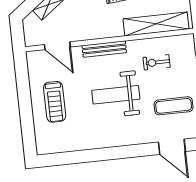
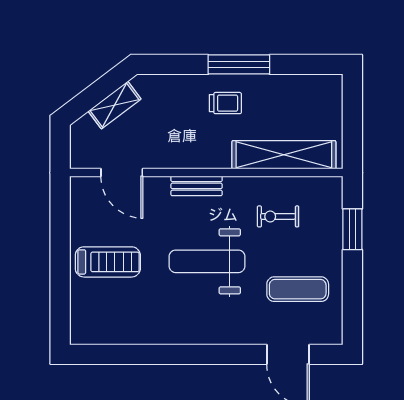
bench: (104, 49) -> (197, 186), width x0.73
treadmill: (55, 102) -> (108, 262), turned -90

